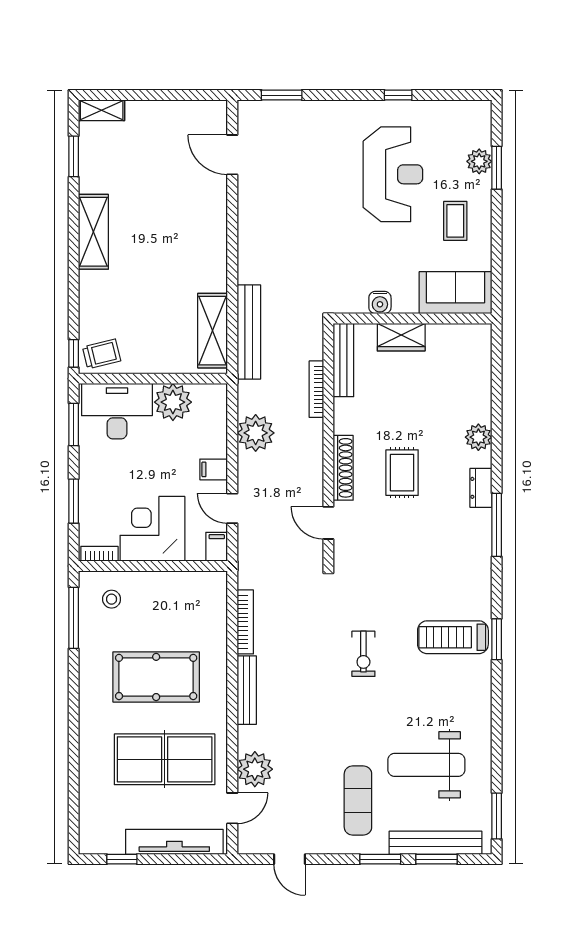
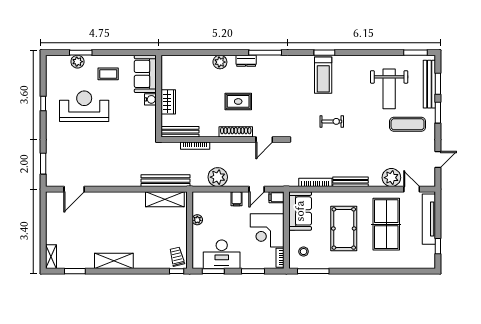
water cooler: (380, 303) -> (150, 99), moved
plant: (173, 402) -> (197, 220), width x0.53, depth x0.53
desk: (117, 411) -> (222, 254), moved, turned -90
sofa: (190, 592) -> (300, 211), added

